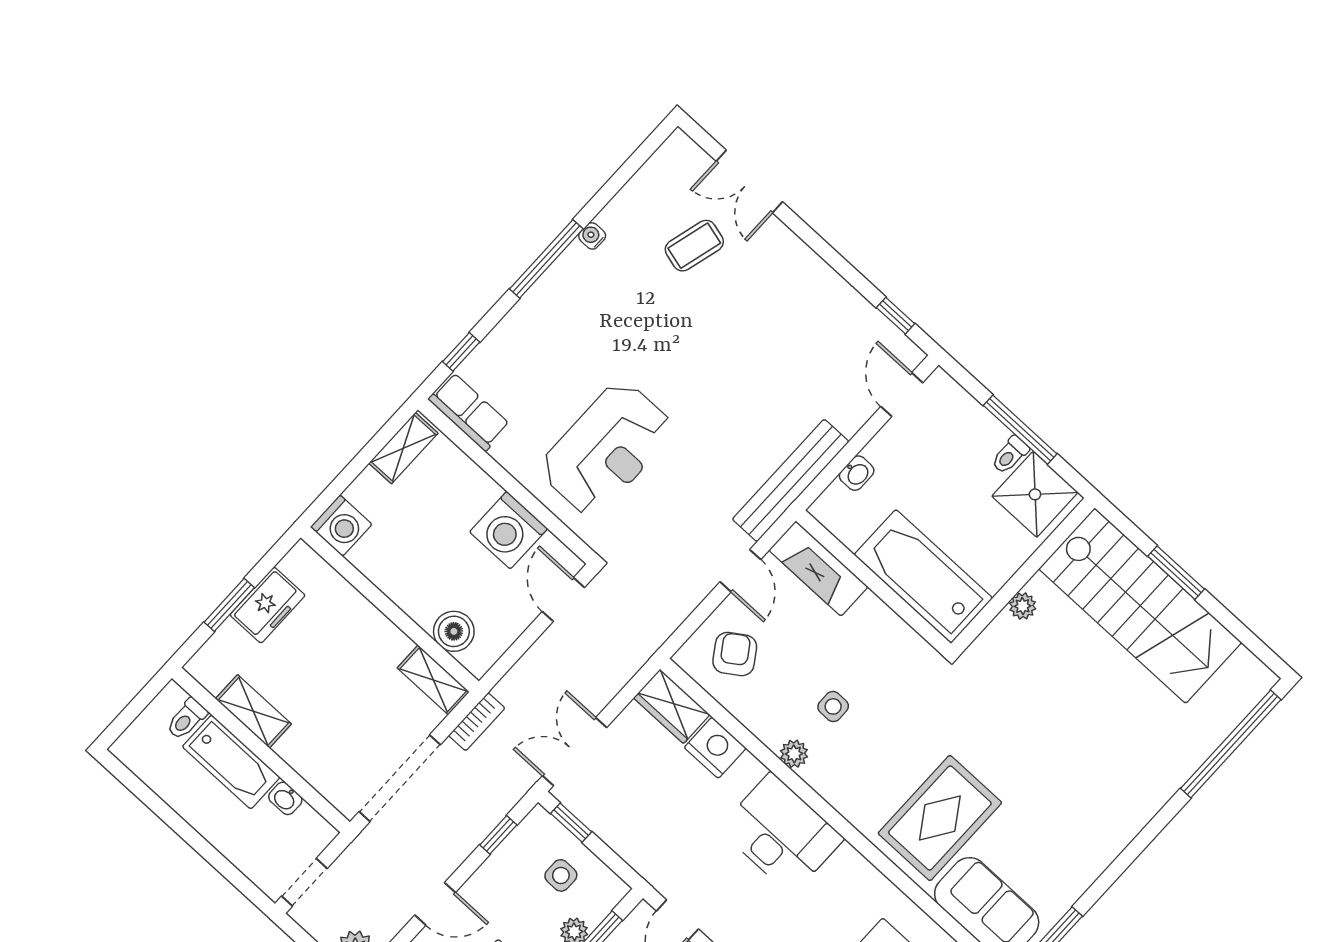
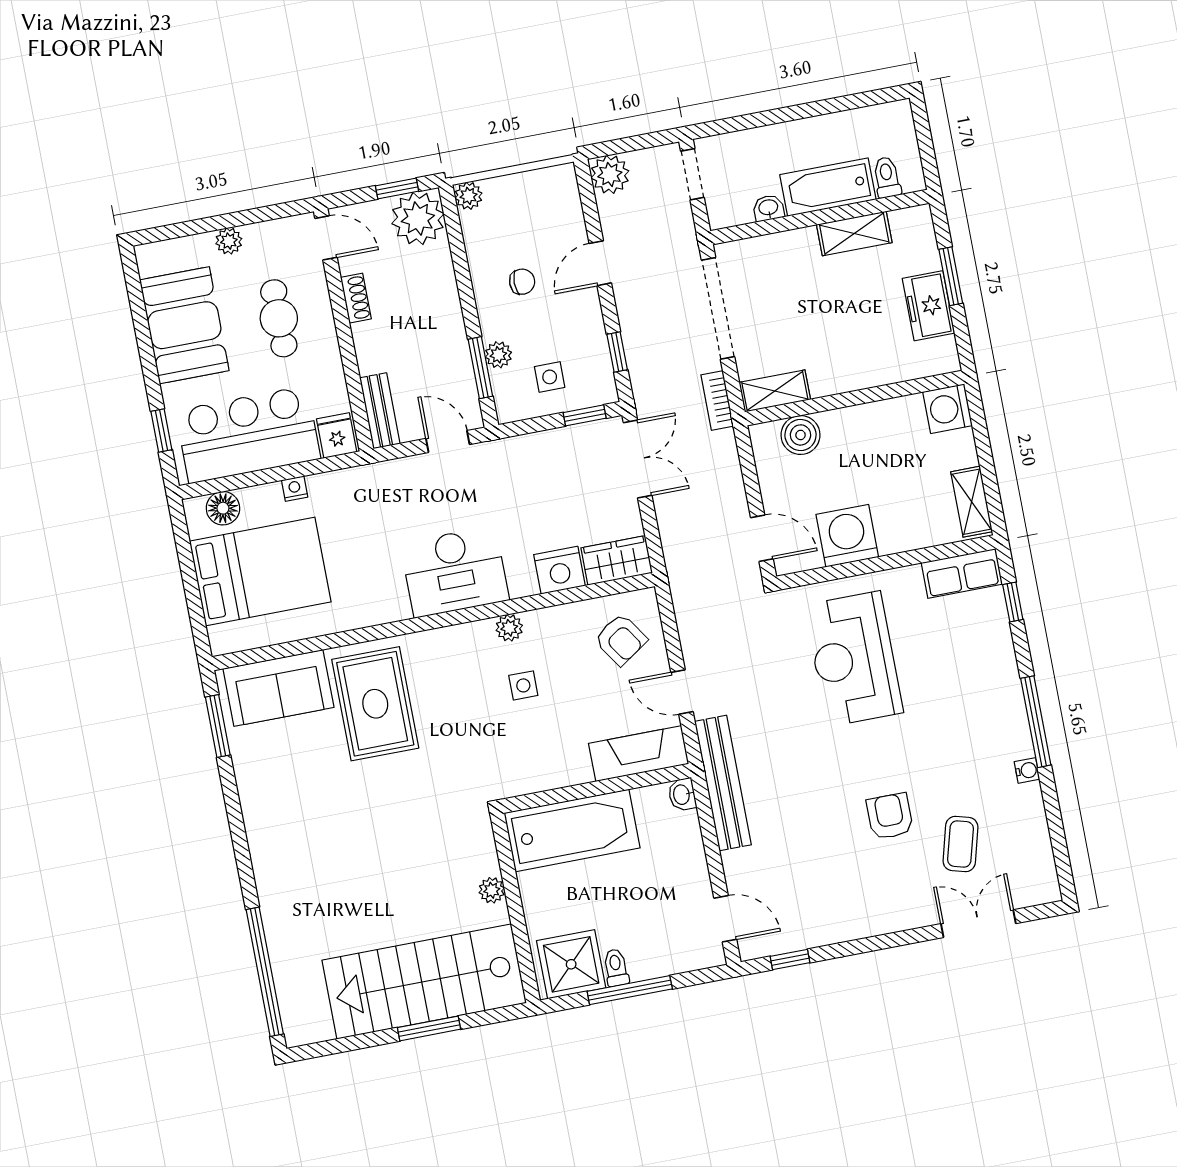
armchair: (715, 321) -> (890, 816), added
washbasin: (857, 473) -> (682, 795), moved

